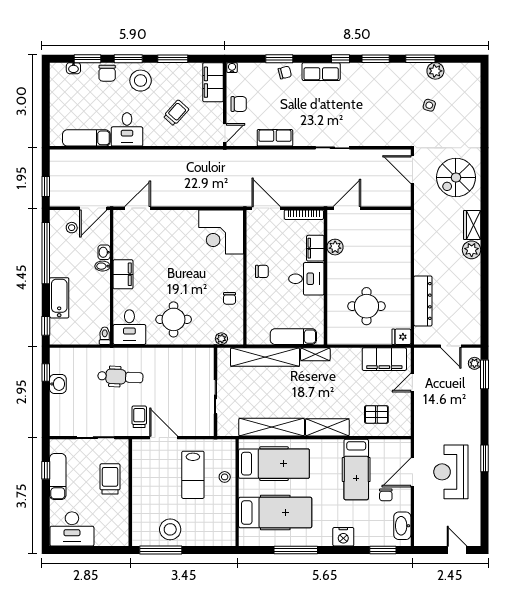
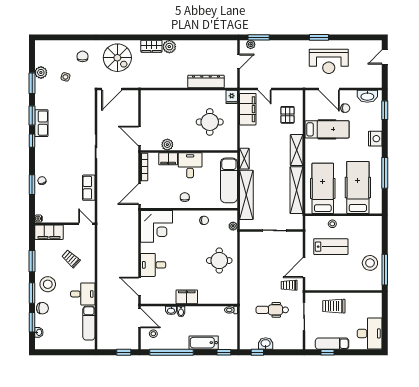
row of seats: (321, 72) -> (41, 123), moved
chair: (239, 104) -> (83, 56), moved
desk: (129, 327) -> (153, 265), moved, turned 180
exam couch: (293, 337) -> (229, 180), width x1.36, depth x1.45
dental chair: (120, 377) -> (272, 310), moved, turned -93

